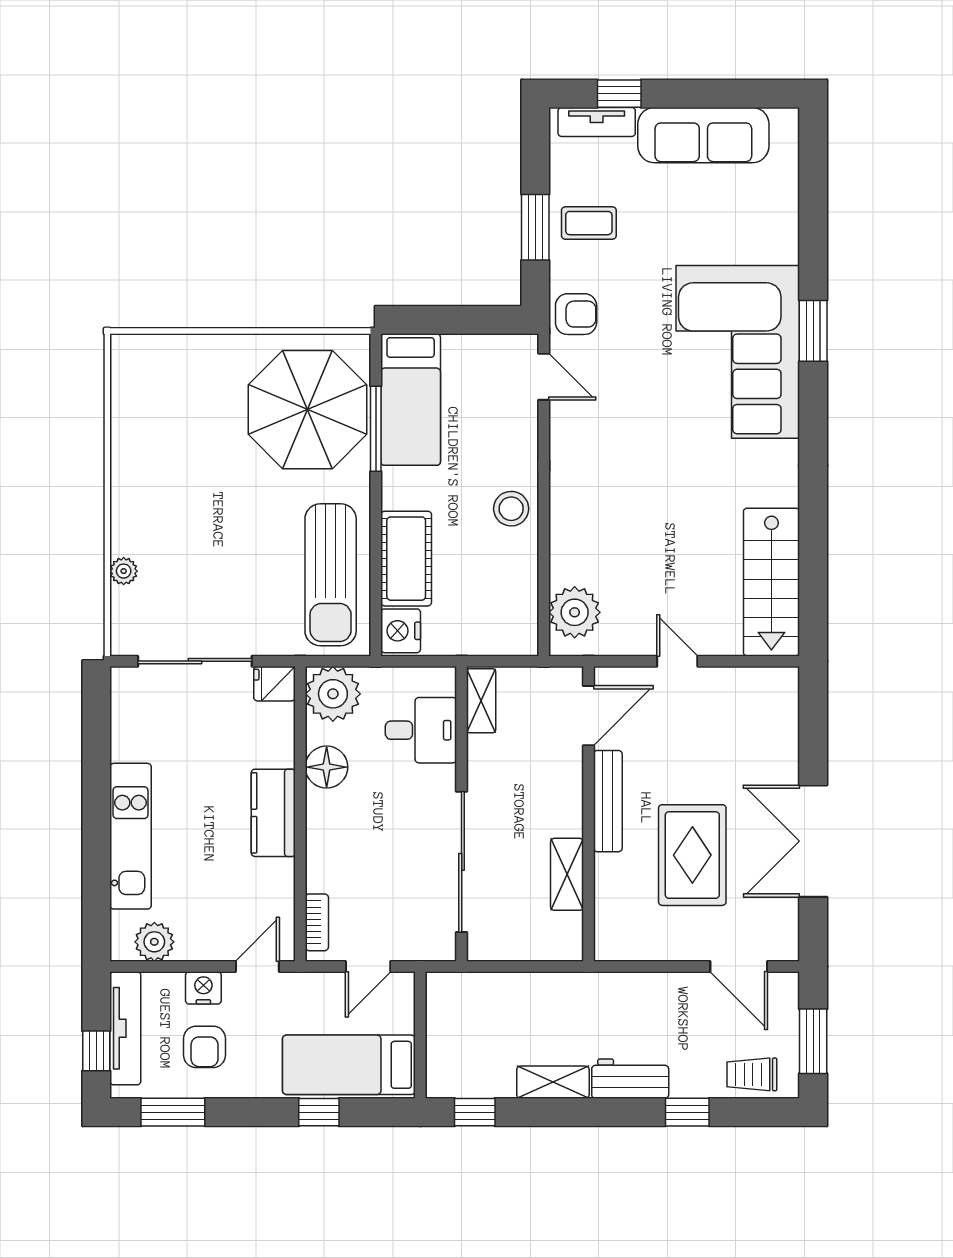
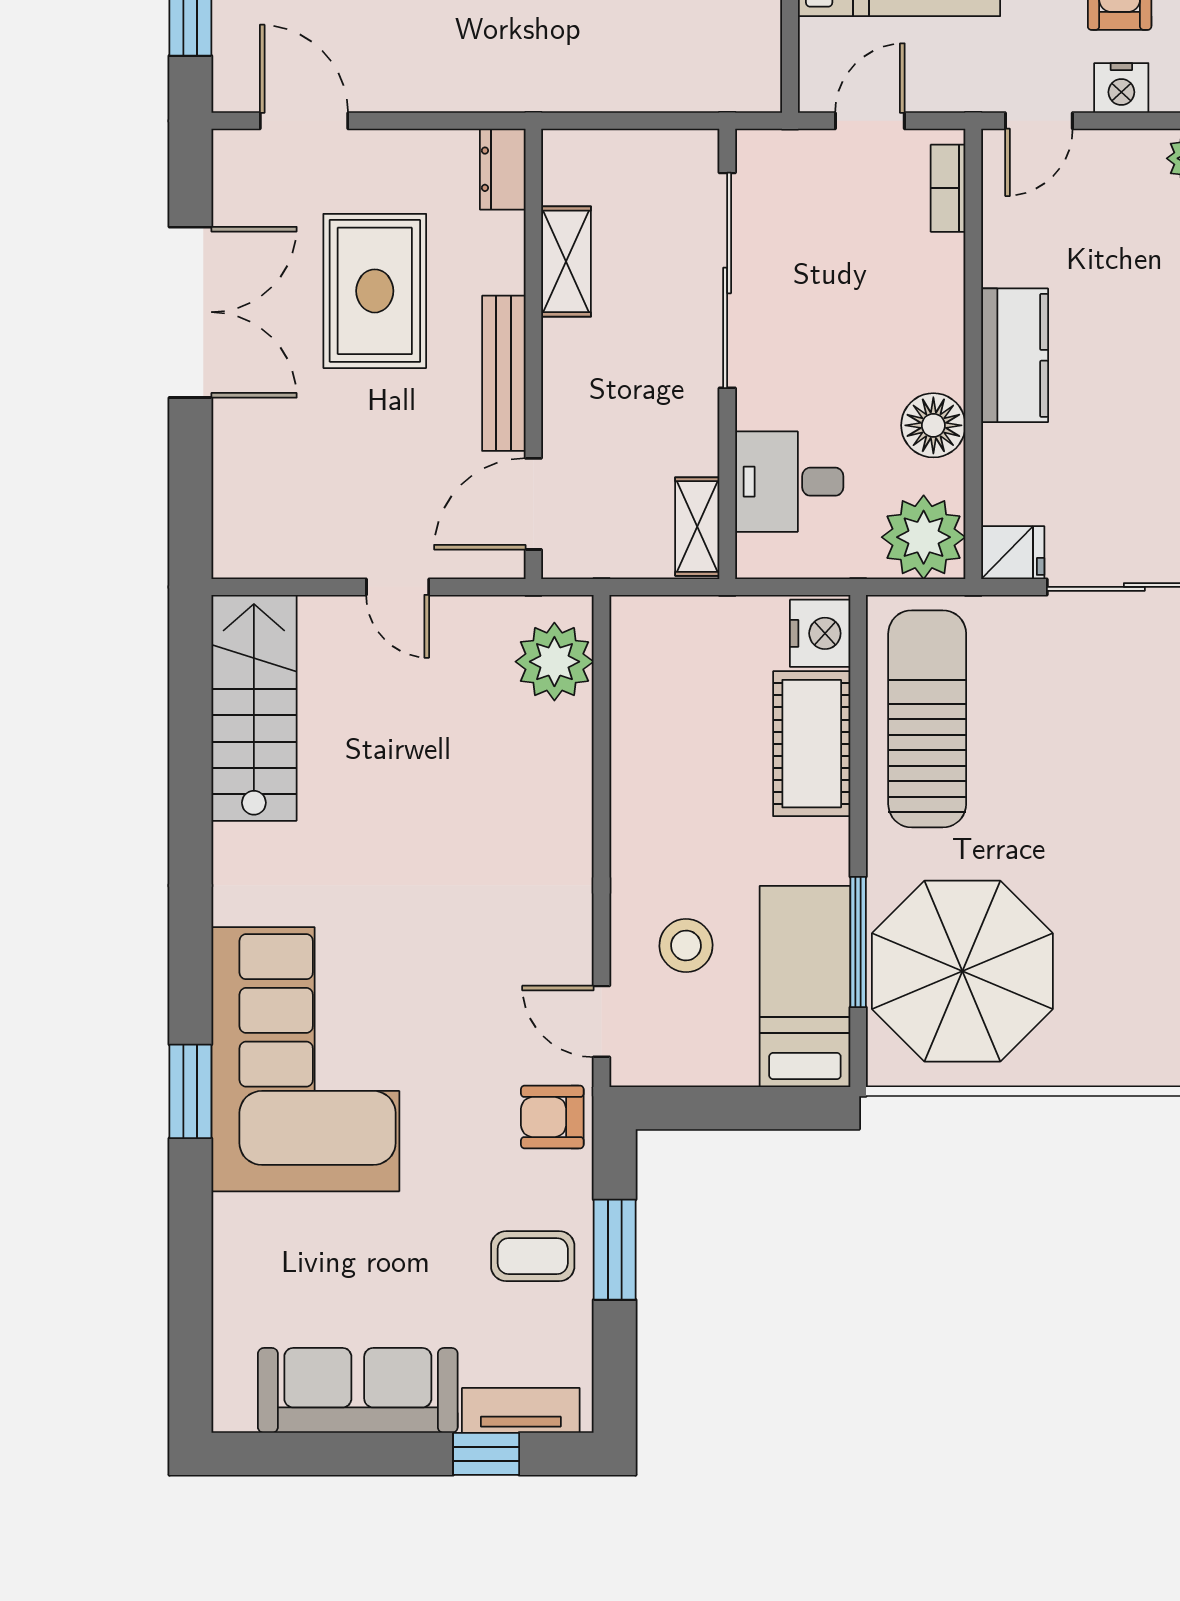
stool: (511, 509) -> (686, 945), moved
dresser: (608, 935) -> (503, 169), added

